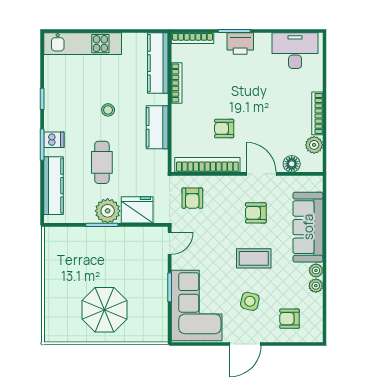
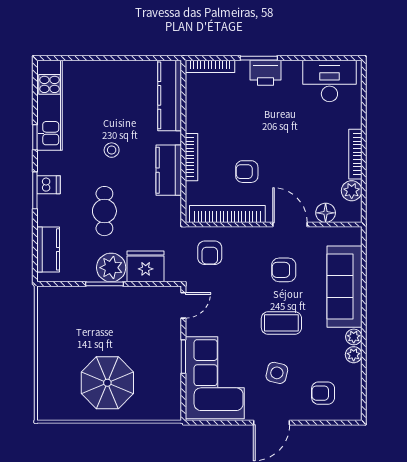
kitchen unit: (83, 44) -> (49, 105), moved, turned -90
bookcase: (177, 83) -> (191, 157), moved
kitchen counter: (53, 186) -> (48, 249), width x0.67

